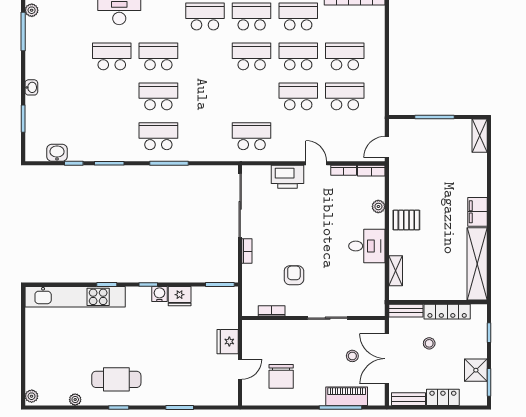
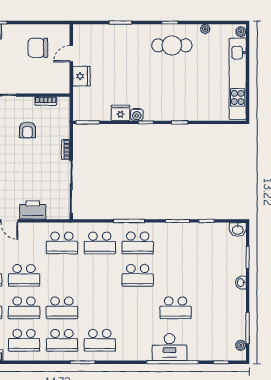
school desk: (158, 56) -> (100, 243), moved
washbasin: (57, 153) -> (238, 230), moved
kitchen unit: (75, 297) -> (238, 79), moved, turned -90
chair: (281, 376) -> (38, 48), turned -90

